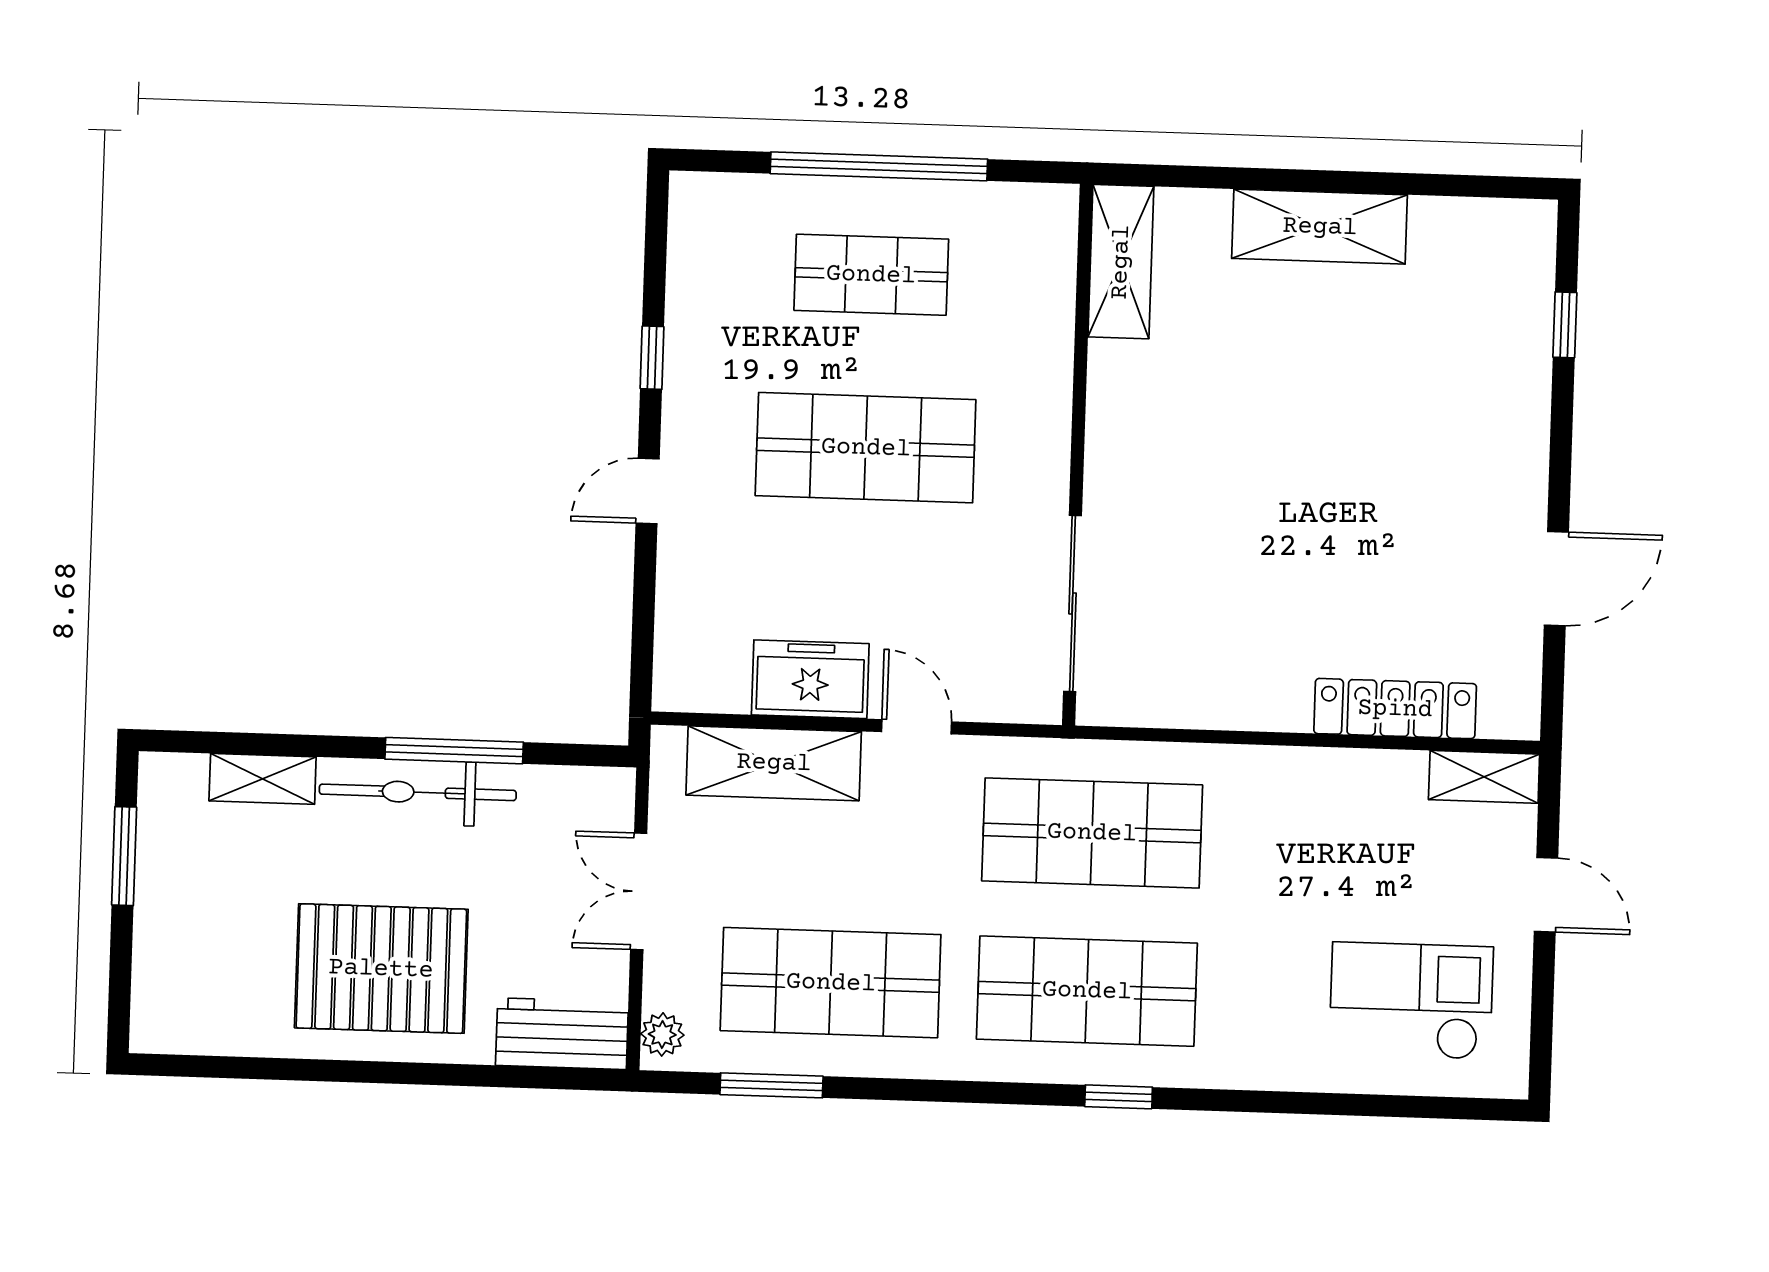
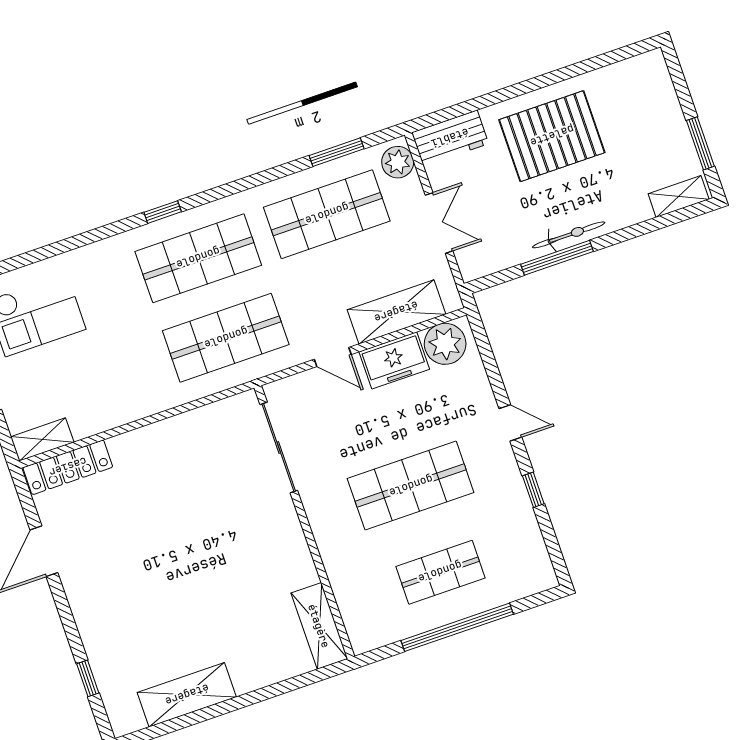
shelving: (1320, 227) -> (187, 695), moved
door: (648, 491) -> (510, 423), hinge flipped
plant: (709, 674) -> (445, 344), added
locker: (1395, 709) -> (68, 467), moved
shelving: (263, 779) -> (679, 197), moved
bicycle: (418, 792) -> (569, 235), width x0.73, depth x0.71
plant: (662, 1034) -> (398, 162), width x1.38, depth x1.38

